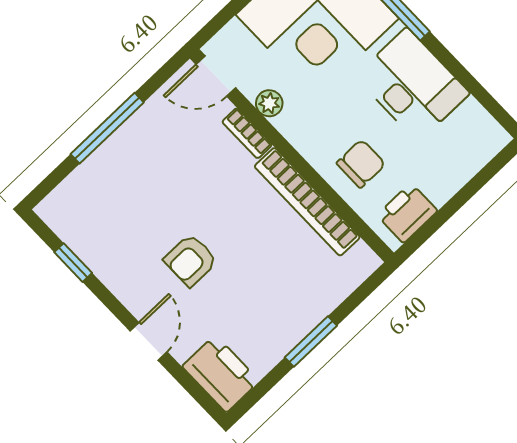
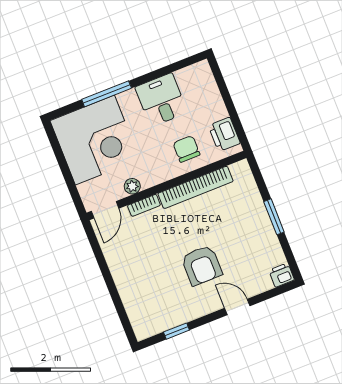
desk: (412, 85) -> (161, 100), width x0.73
window: (107, 128) -> (110, 282), removed
armchair: (191, 260) -> (202, 265), width x1.38, depth x1.38
printer: (221, 374) -> (282, 275), width x0.53, depth x0.68

